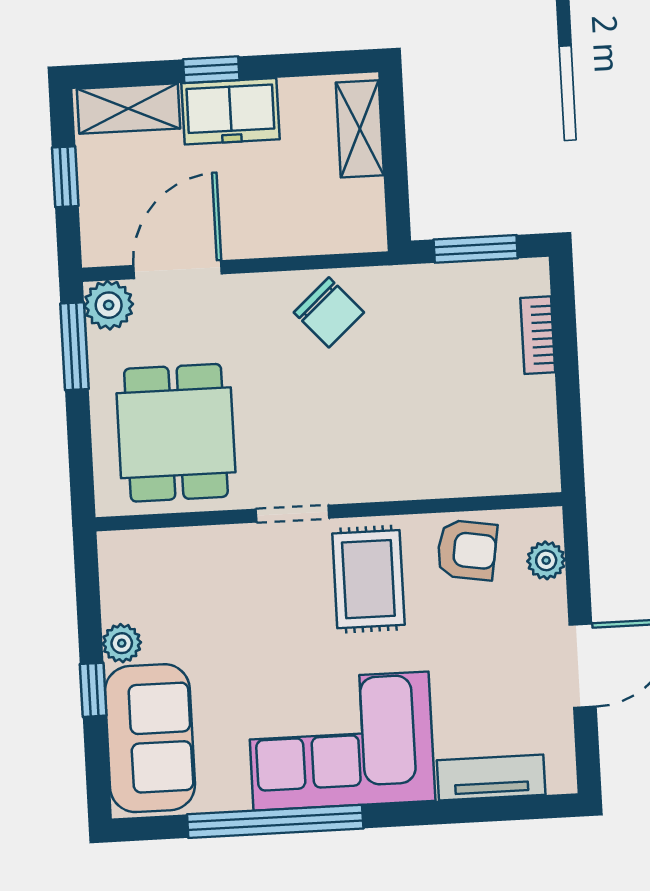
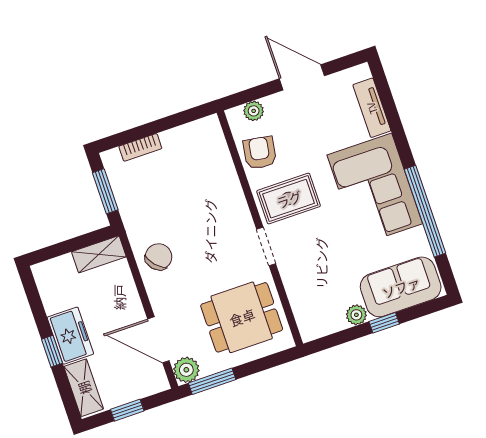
shelving: (360, 129) -> (99, 254), moved

